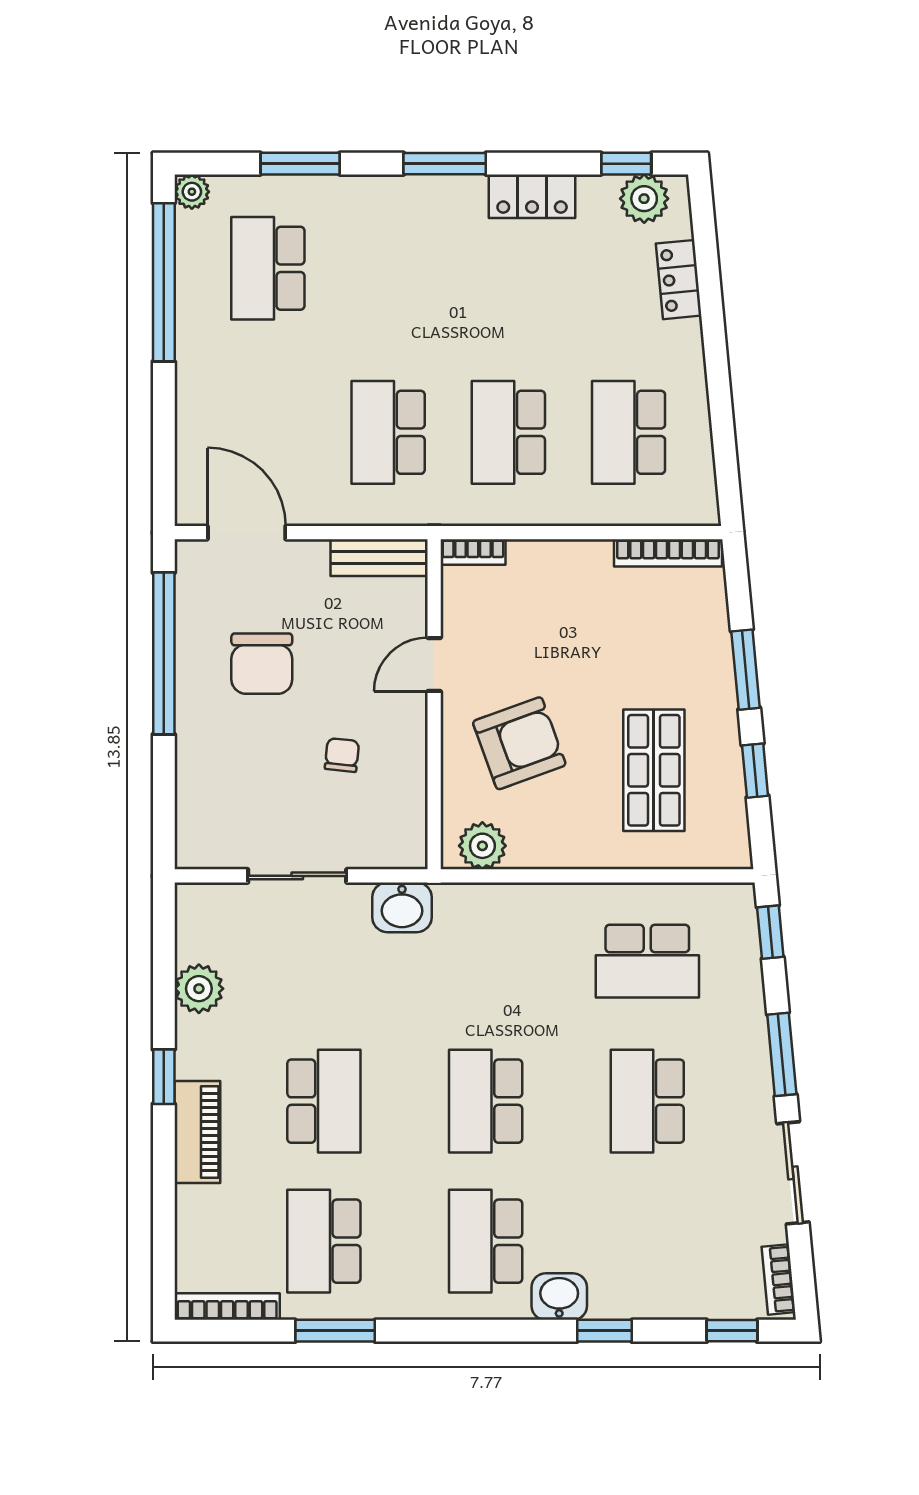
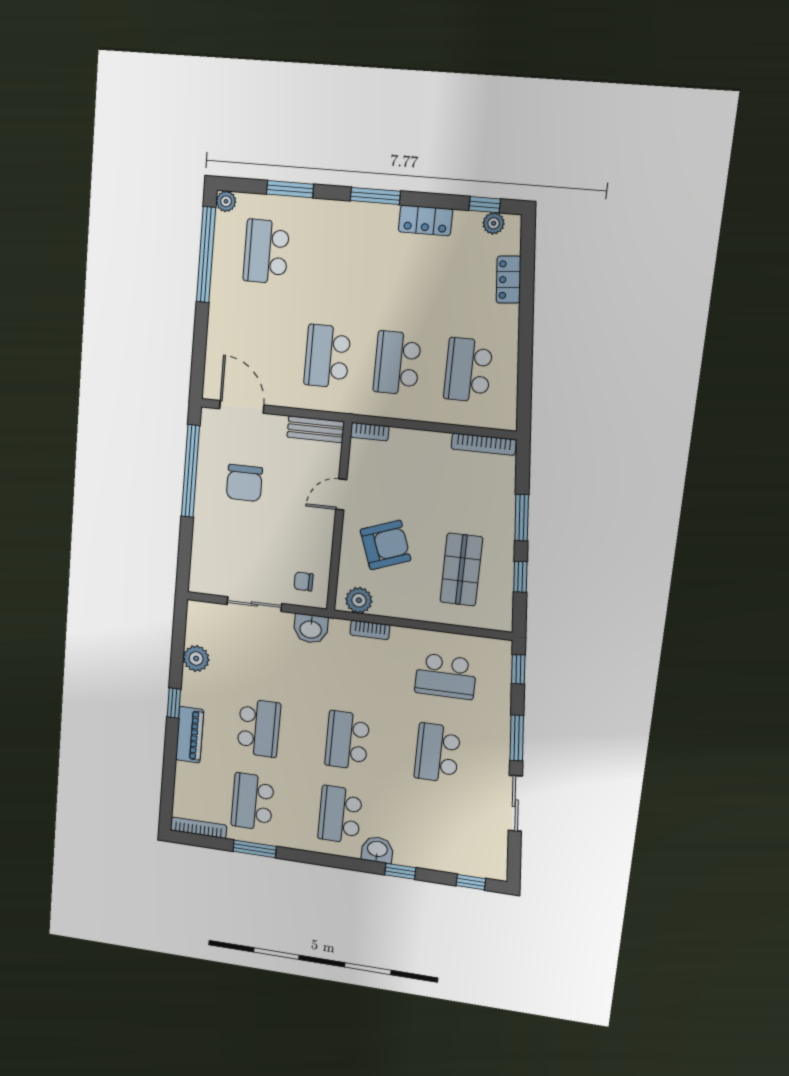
plant: (644, 199) -> (494, 223), width x0.73, depth x0.73
chair: (342, 755) -> (304, 581), moved, turned -96
bookcase: (778, 1279) -> (370, 630), moved, turned -85

